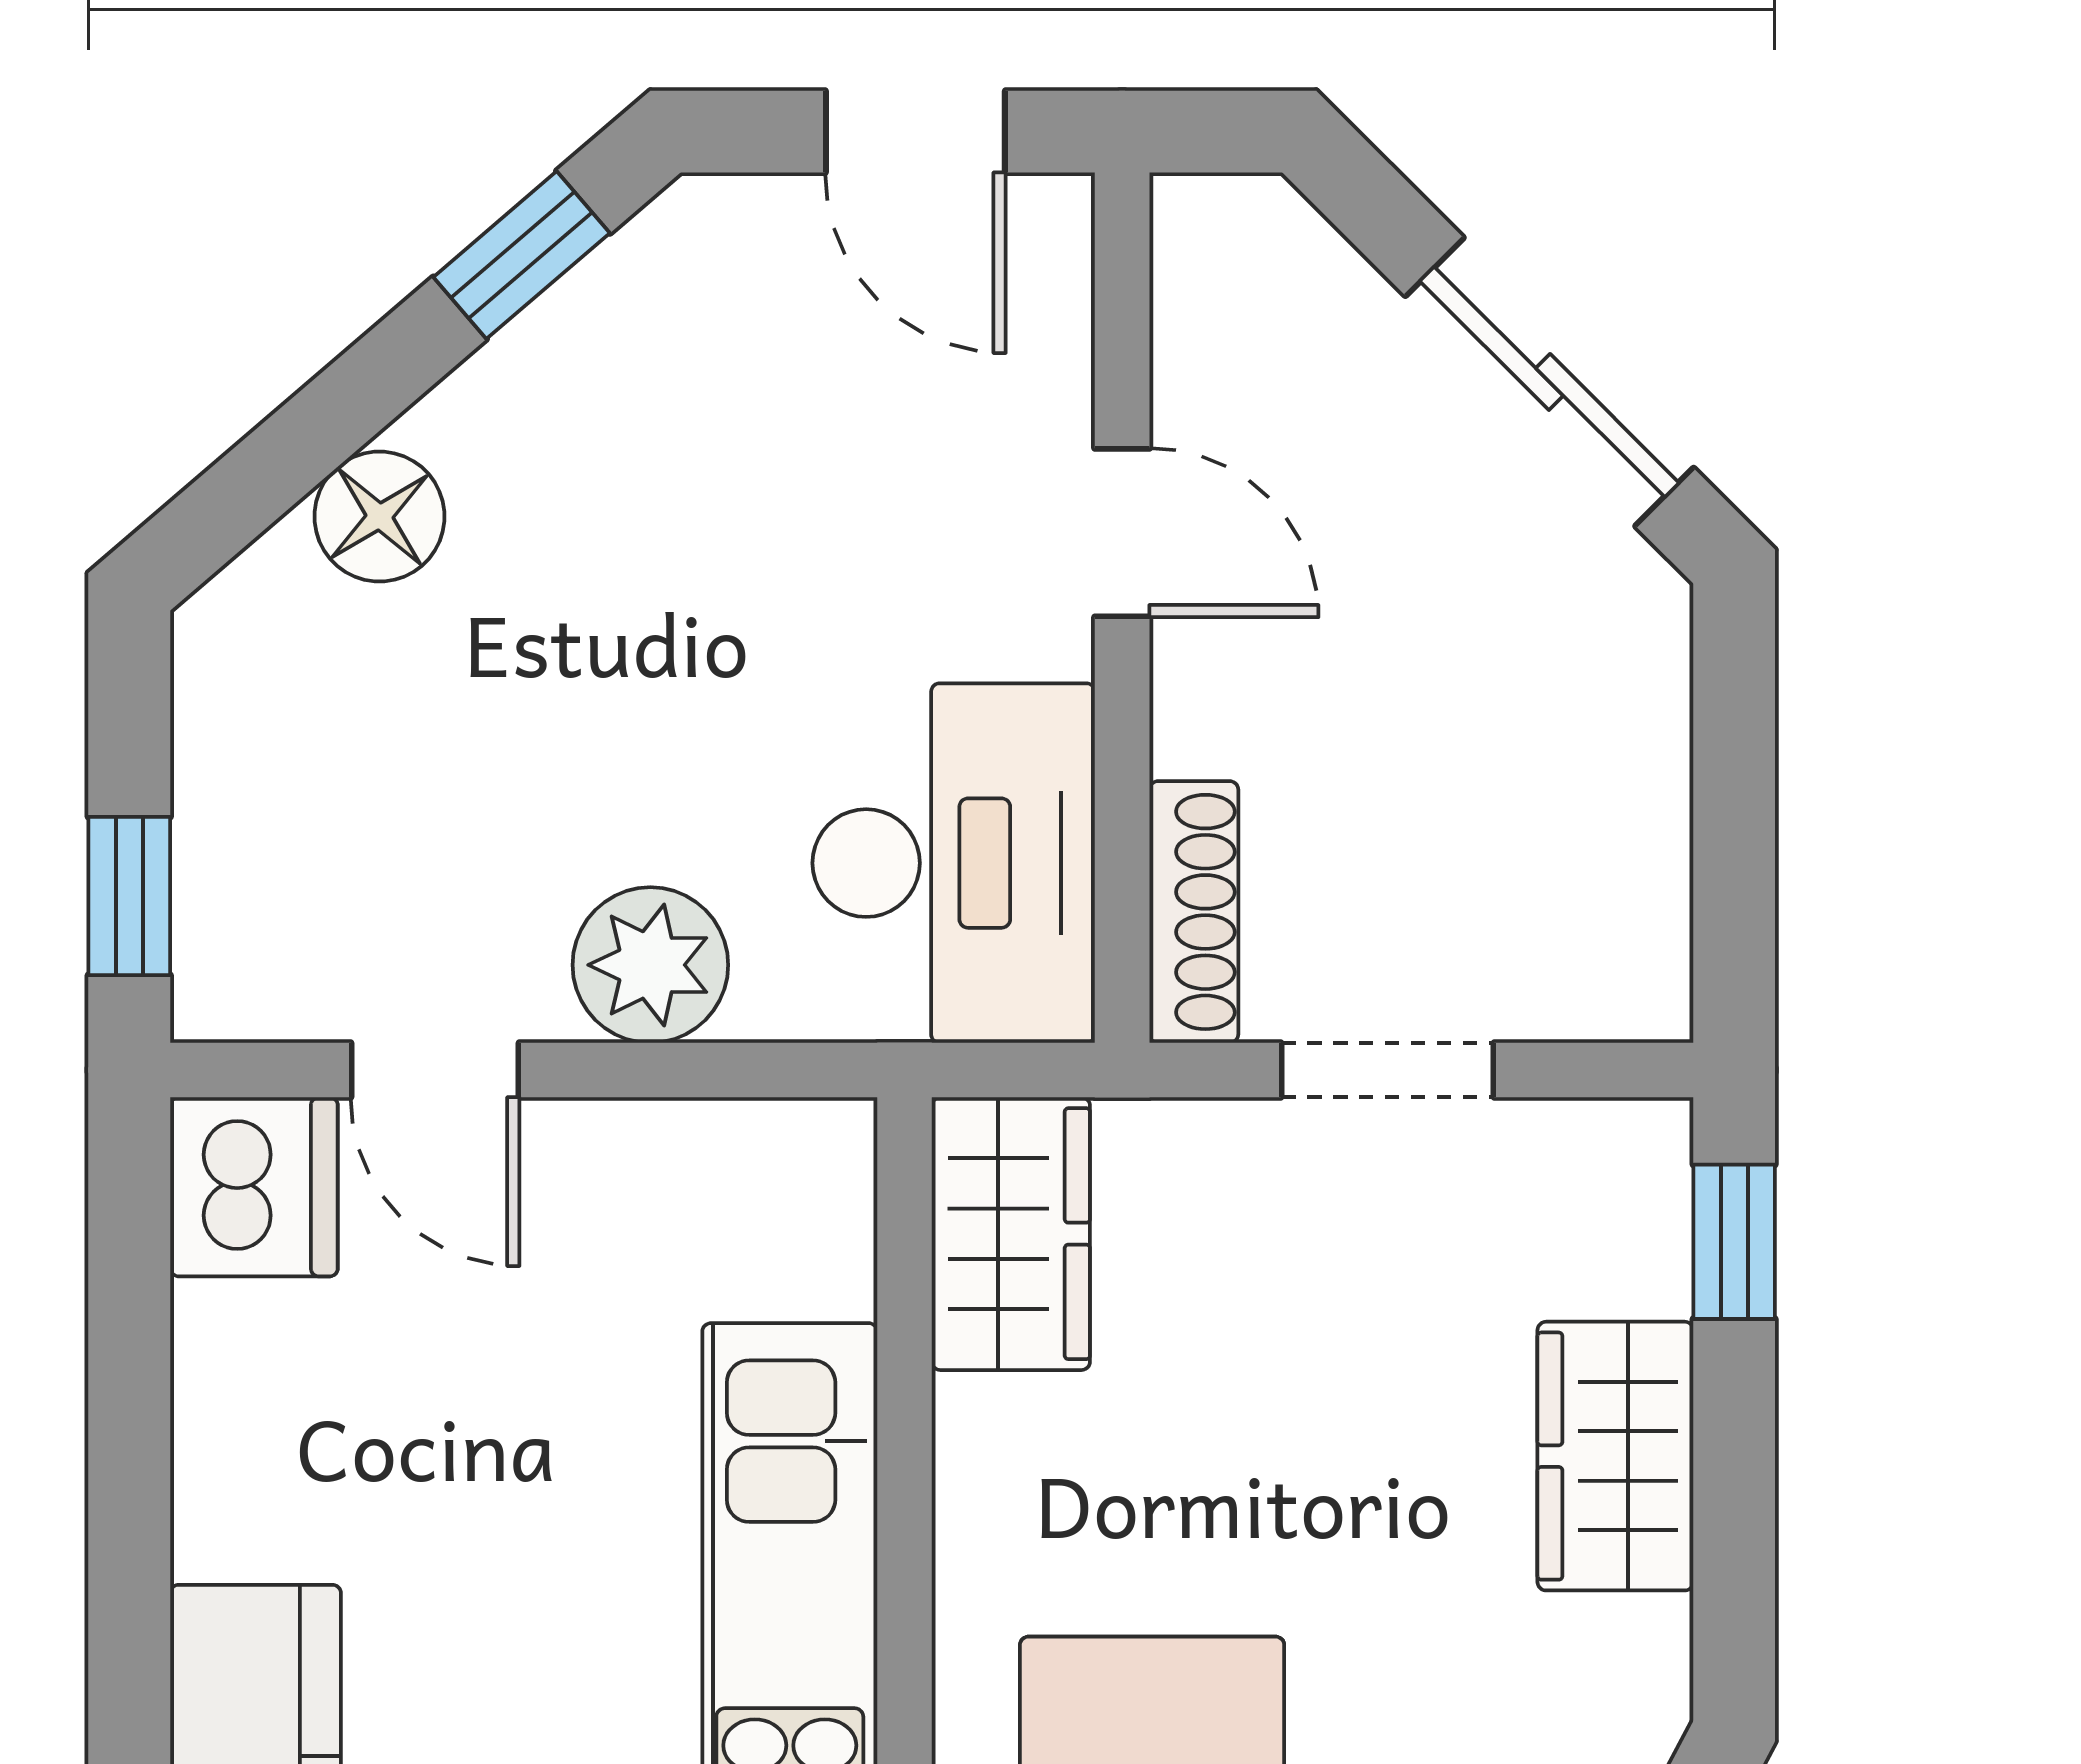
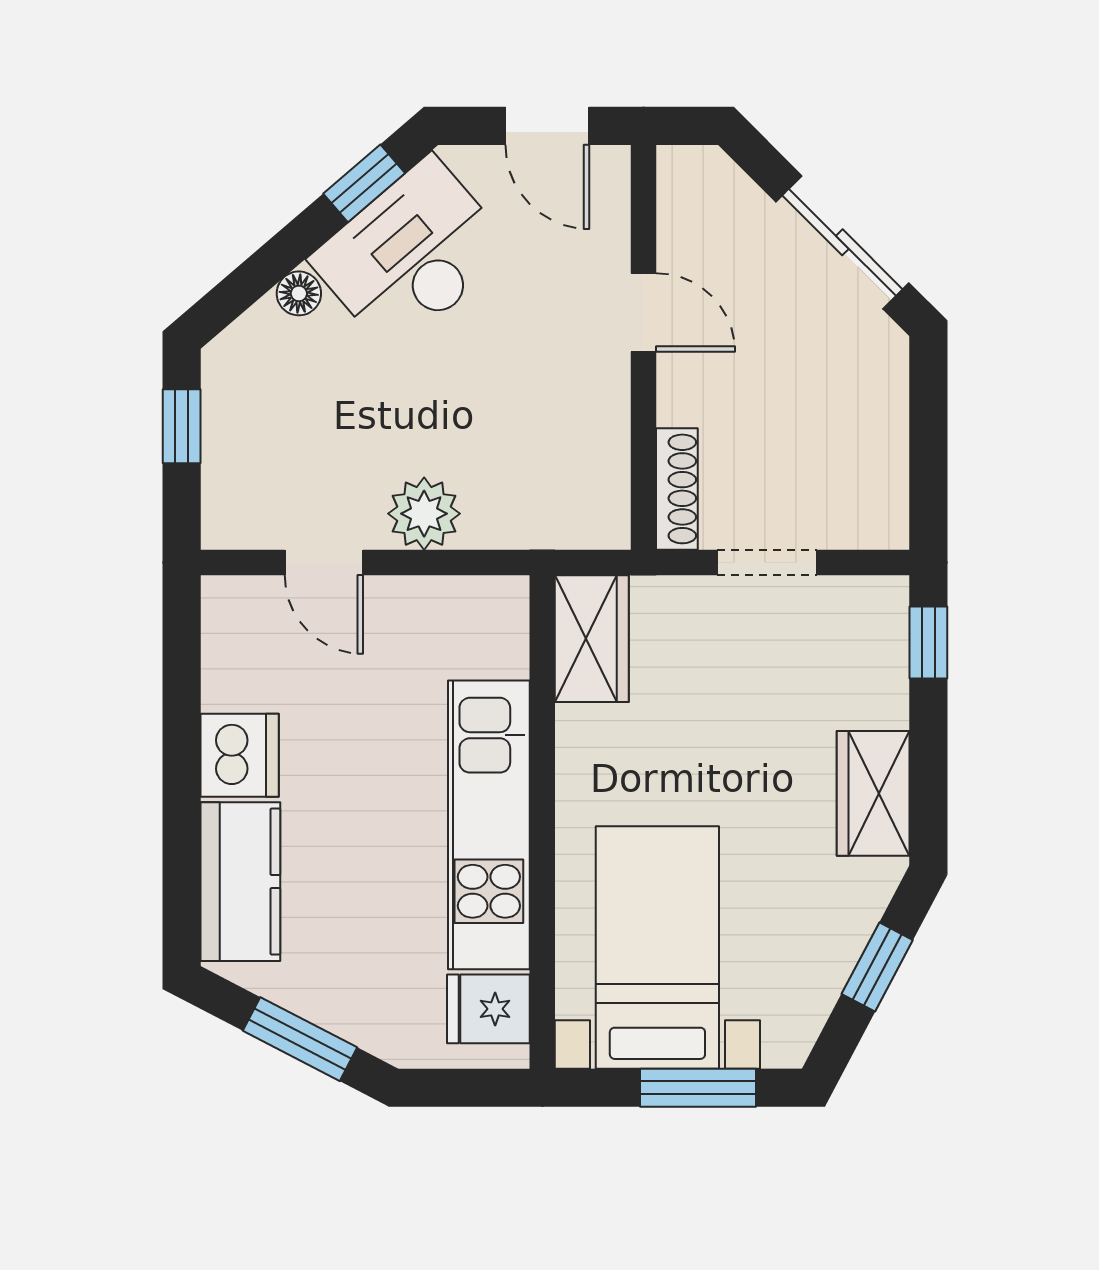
floor lamp: (379, 517) -> (299, 293), width x0.73, depth x0.73
desk: (954, 863) -> (411, 254), moved, turned -131
window: (129, 896) -> (182, 426), moved
dishwasher: (254, 1187) -> (240, 755), moved
wardrobe: (1615, 1456) -> (873, 793), moved

